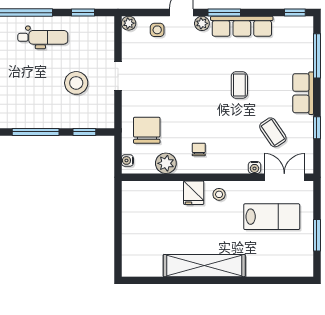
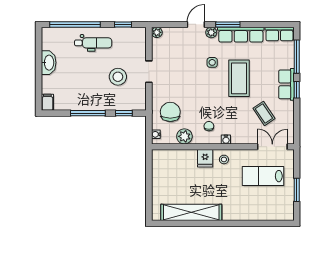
window: (295, 13) -> (280, 24), removed
row of seats: (294, 25) -> (279, 34), added
side table: (157, 30) -> (212, 62), moved
coffee table: (239, 85) -> (239, 78), width x1.86, depth x1.72
window: (317, 128) -> (297, 90), moved
water cooler: (254, 167) -> (226, 140), moved
lab bench: (272, 217) -> (263, 176), turned 180
shelving: (204, 266) -> (191, 212), moved

